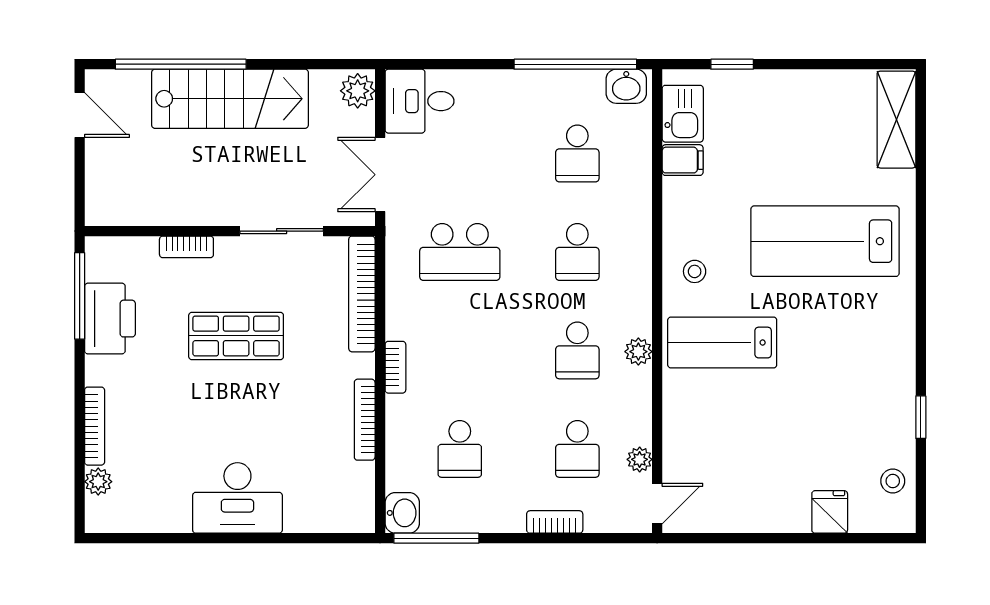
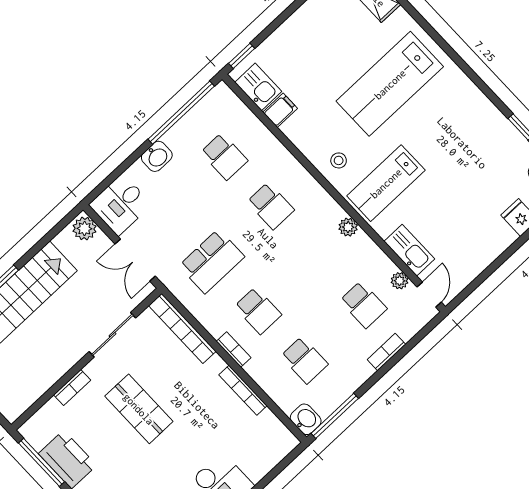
window: (732, 64) -> (242, 56), moved
washbasin: (626, 86) -> (157, 156), moved
shop shelf: (236, 336) -> (139, 409), turned 90
school desk: (577, 350) -> (258, 311), moved
kitchen sink: (680, 437) -> (409, 250), added

